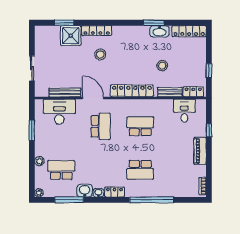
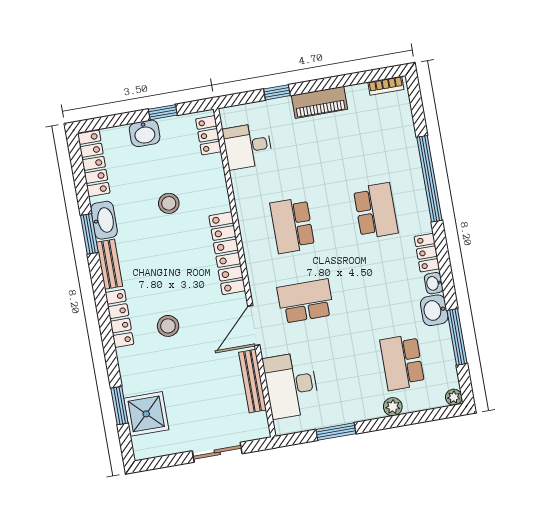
locker: (97, 31) -> (119, 318), moved
shower: (71, 36) -> (146, 414), moved
washbasin: (200, 60) -> (145, 133), added
bench: (170, 92) -> (110, 264), moved

